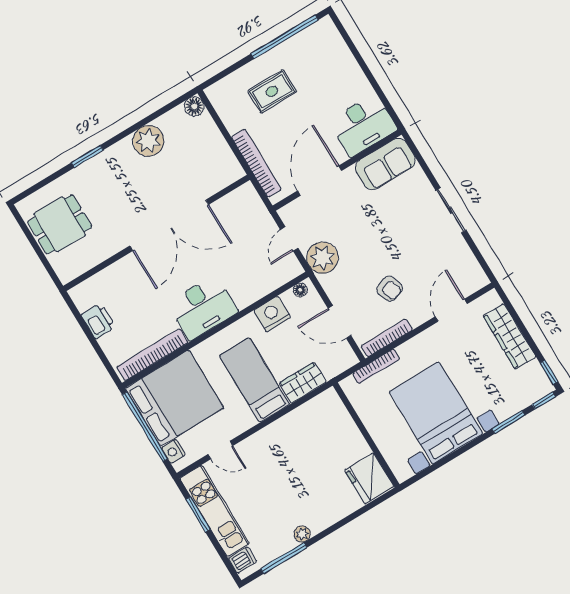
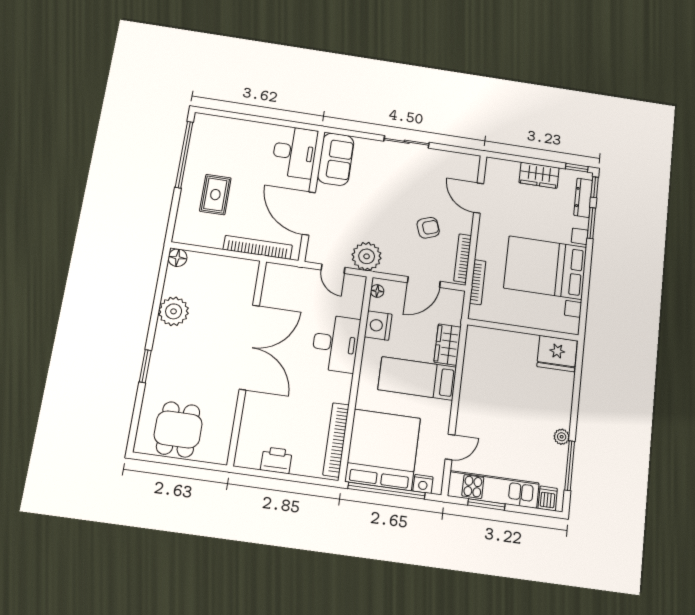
desk: (203, 307) -> (336, 343), moved
wardrobe: (510, 336) -> (539, 175), width x0.67
dresser: (526, 398) -> (583, 198), added

